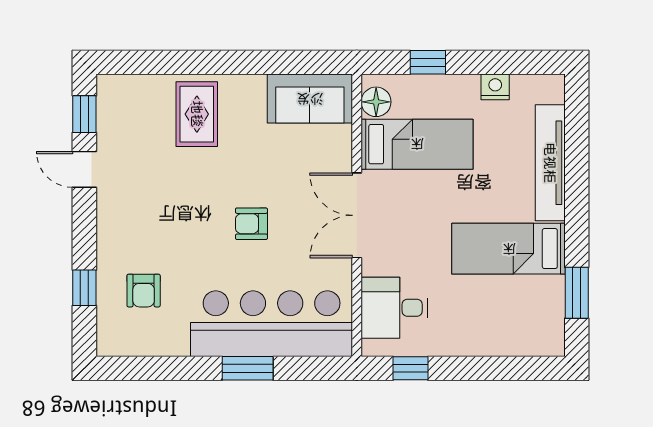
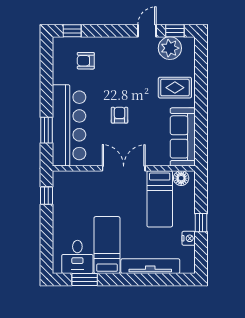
window: (428, 62) -> (201, 223), moved
sofa: (310, 99) -> (183, 137), width x1.36
plant: (119, 124) -> (170, 48), added
window: (84, 288) -> (72, 31), moved
desk: (394, 308) -> (77, 257), moved, turned 180
window: (248, 368) -> (46, 130), moved

